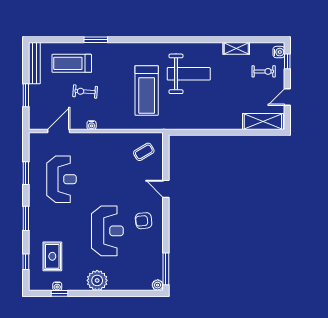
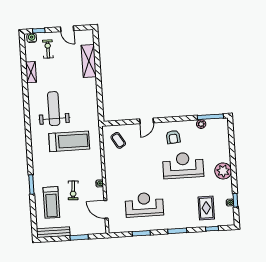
shelving: (263, 121) -> (89, 61), moved
rug: (52, 256) -> (206, 208), turned 90
plant: (158, 285) -> (201, 124), moved

